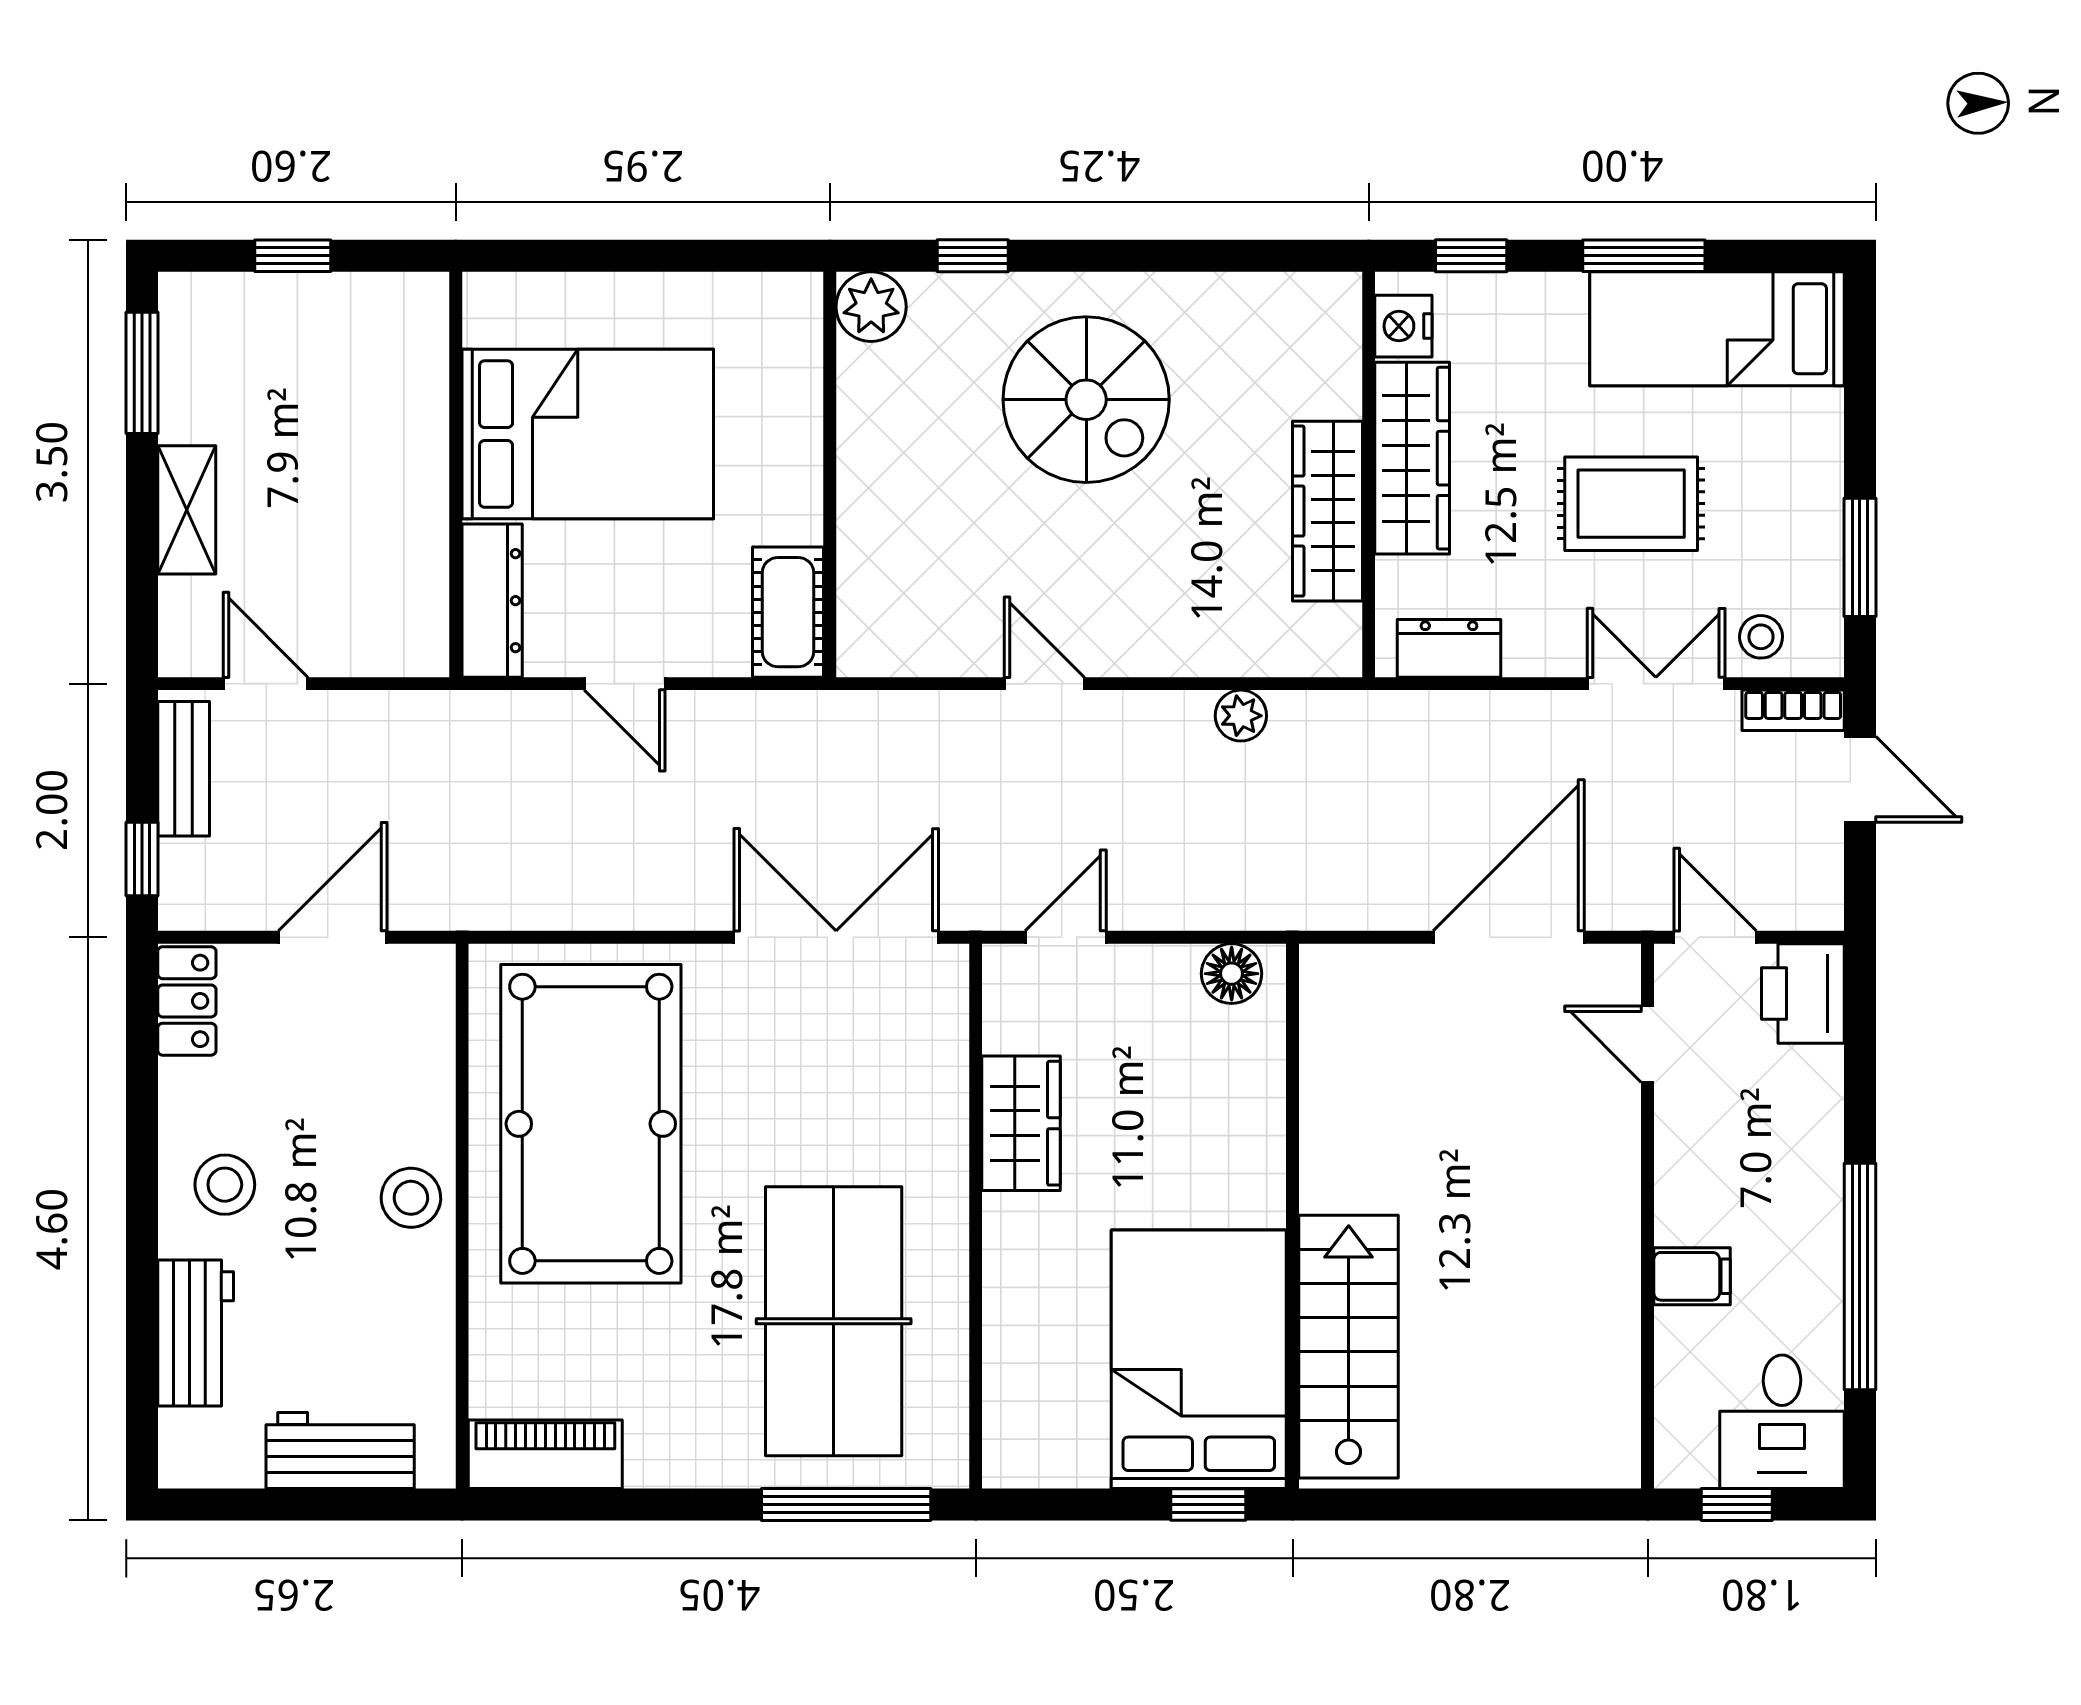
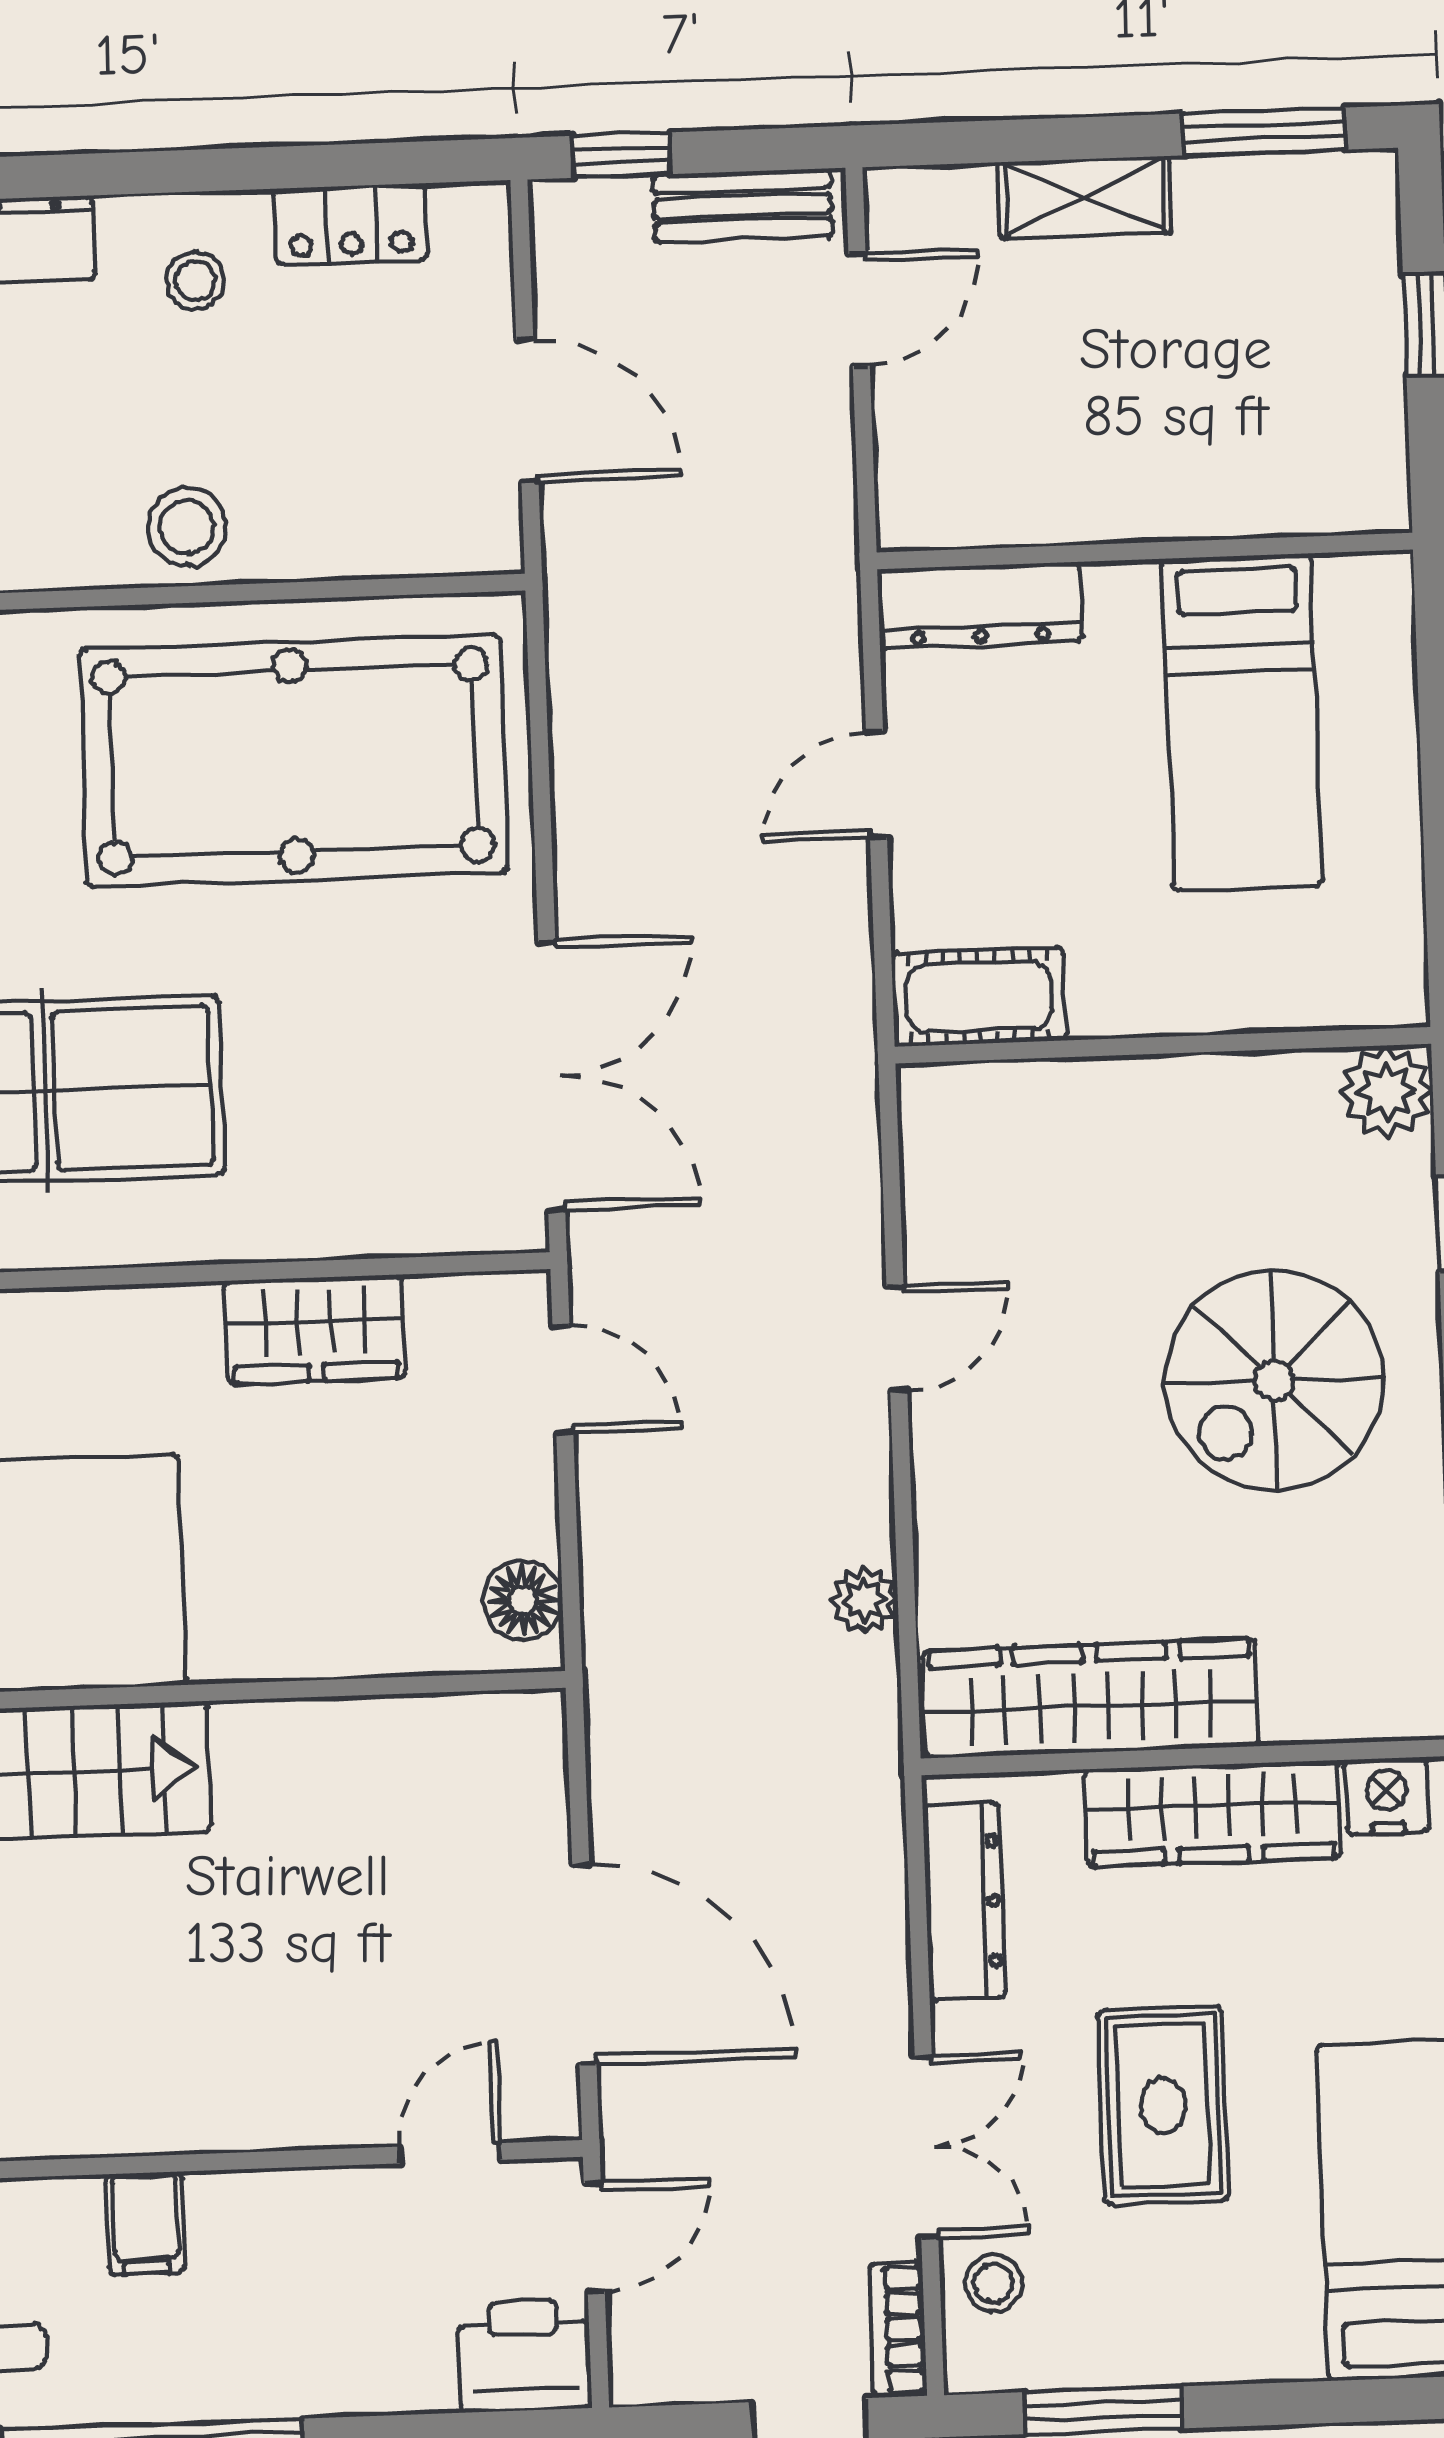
bed: (588, 434) -> (1242, 722), width x0.67
wardrobe: (1328, 511) -> (1091, 1698), width x1.40, depth x1.17
dresser: (1449, 648) -> (964, 1902), width x1.44
locker: (187, 1001) -> (351, 224), moved
stool: (225, 1185) -> (195, 280), width x0.73, depth x0.73

